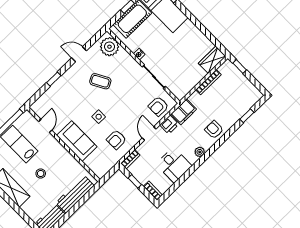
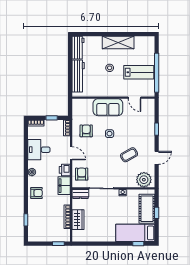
wardrobe: (212, 60) -> (78, 220), moved
dresser: (177, 90) -> (80, 194), added

